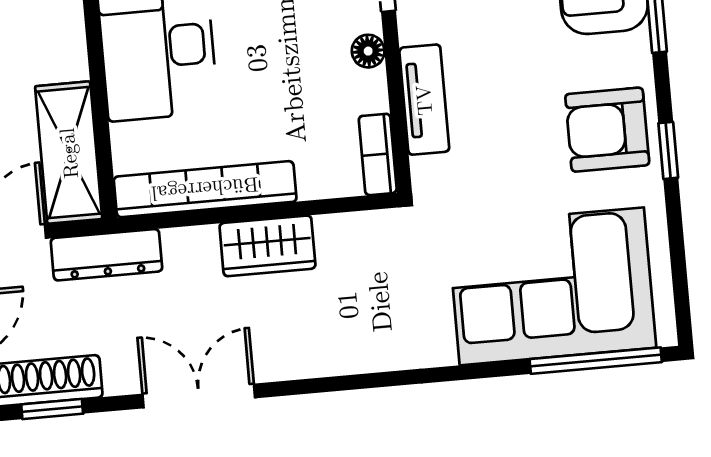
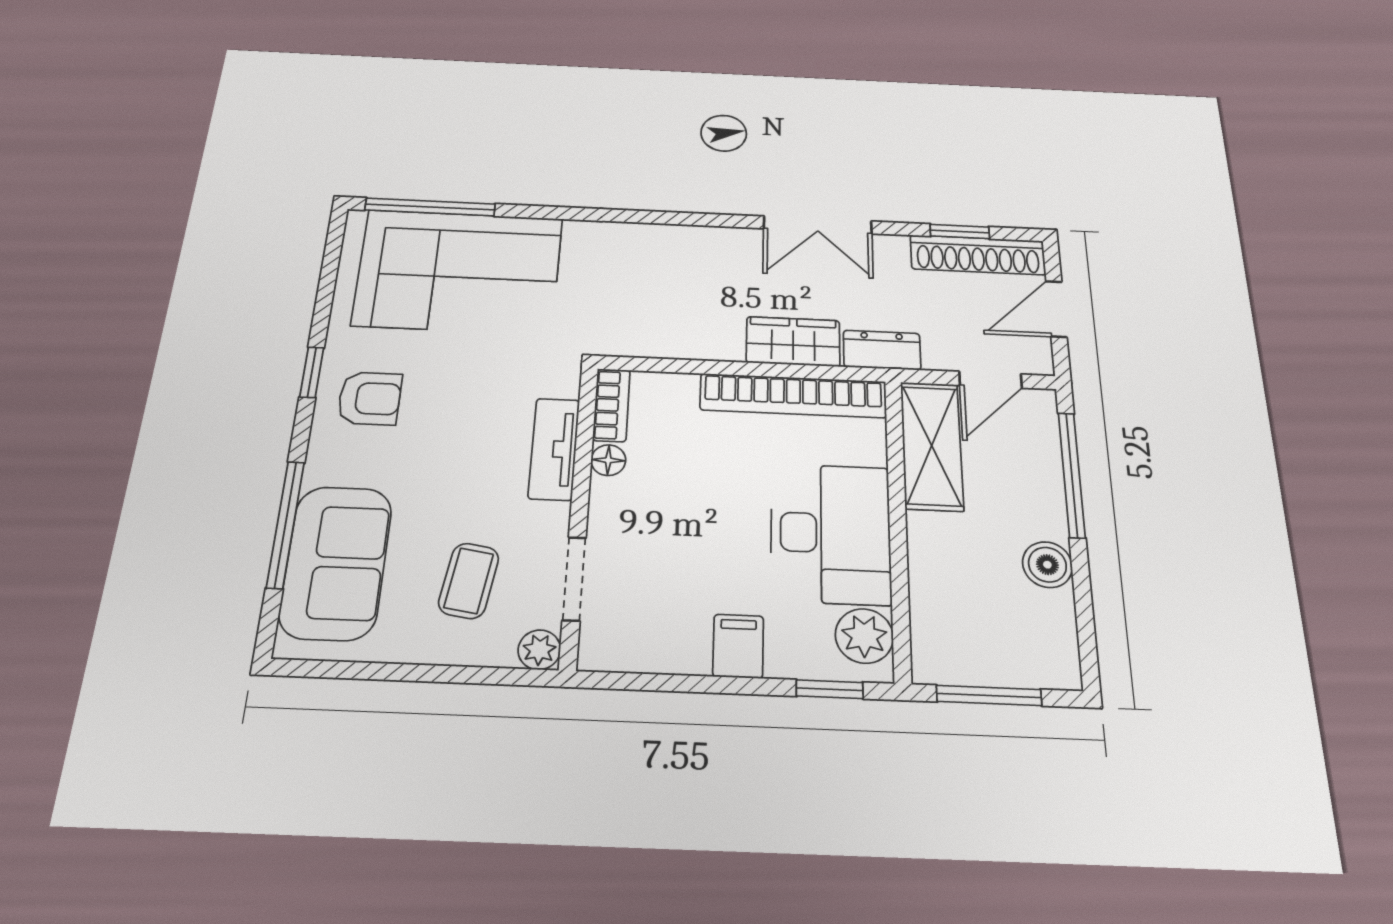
floor lamp: (368, 51) -> (608, 460), moved
armchair: (607, 130) -> (370, 398), width x0.72, depth x0.72
wardrobe: (267, 246) -> (793, 341), moved
dresser: (106, 255) -> (882, 350), width x0.70

